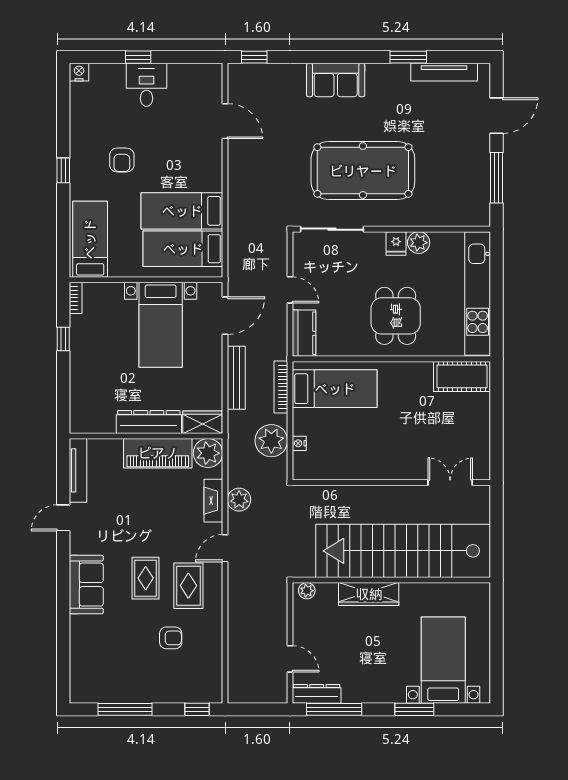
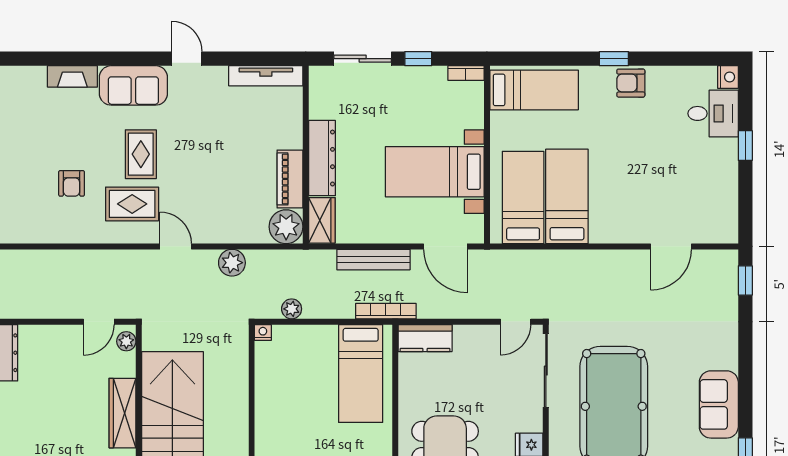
sofa: (336, 80) -> (719, 404), moved
desk: (146, 85) -> (713, 113), moved
armchair: (122, 160) -> (631, 83), moved
door: (290, 290) -> (516, 322), moved
sliding door: (63, 387) -> (363, 59), added
bookcase: (281, 387) -> (386, 311), moved
plant: (271, 441) -> (292, 309), width x0.53, depth x0.53
nightstand: (299, 443) -> (263, 332), moved
piano: (158, 453) -> (290, 179), width x0.73, depth x0.75
fireplace: (213, 501) -> (72, 76), moved, turned 180
door: (63, 518) -> (187, 59), moved
rug: (146, 578) -> (141, 154), turned 90
door: (290, 659) -> (99, 322), moved

